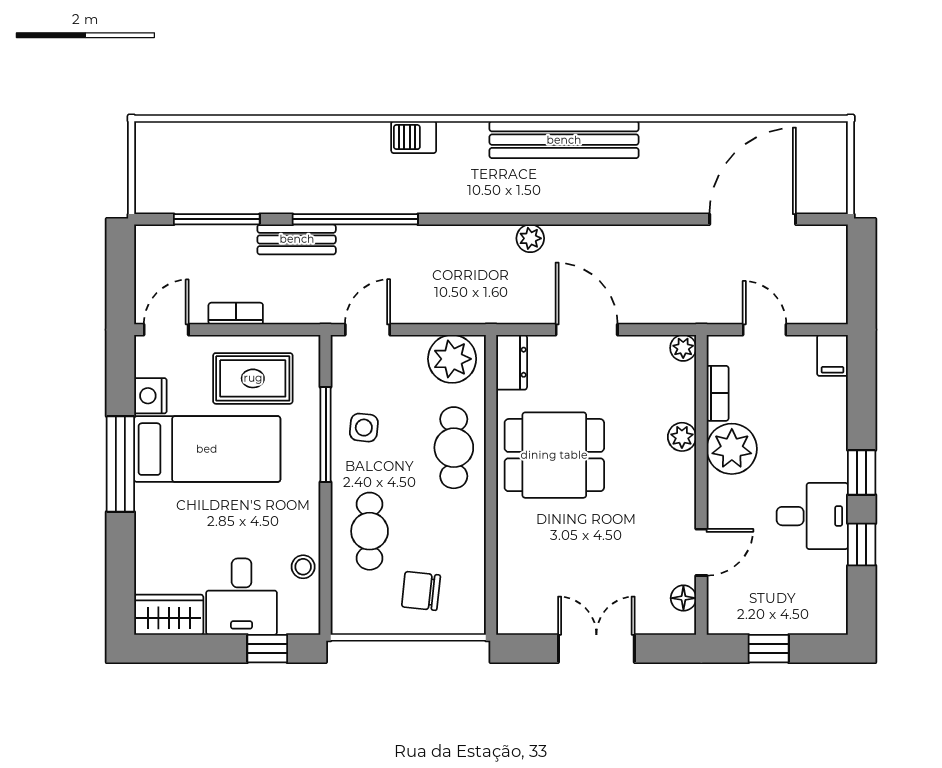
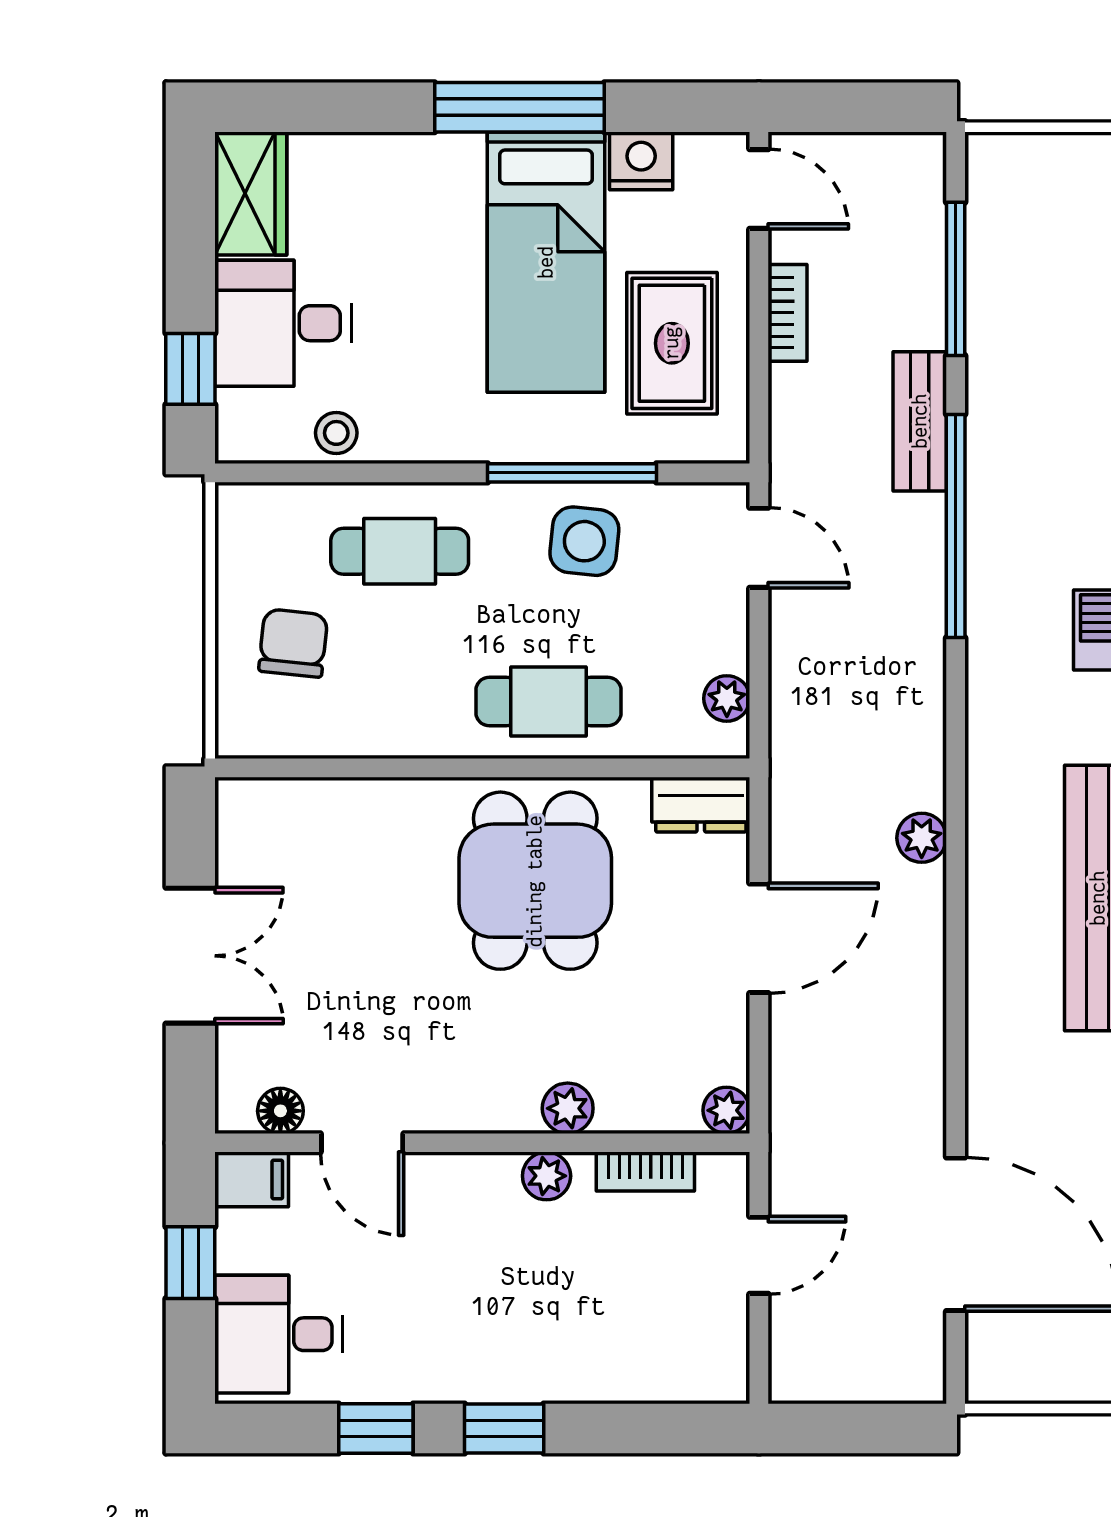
filing cabinet: (832, 355) -> (252, 1179), moved, turned 180
plant: (452, 359) -> (727, 698), width x0.53, depth x0.53
side table: (364, 428) -> (584, 541), width x1.37, depth x1.37
plant: (732, 449) -> (547, 1176), width x0.53, depth x0.53
desk: (812, 516) -> (279, 1334), moved, turned 90

